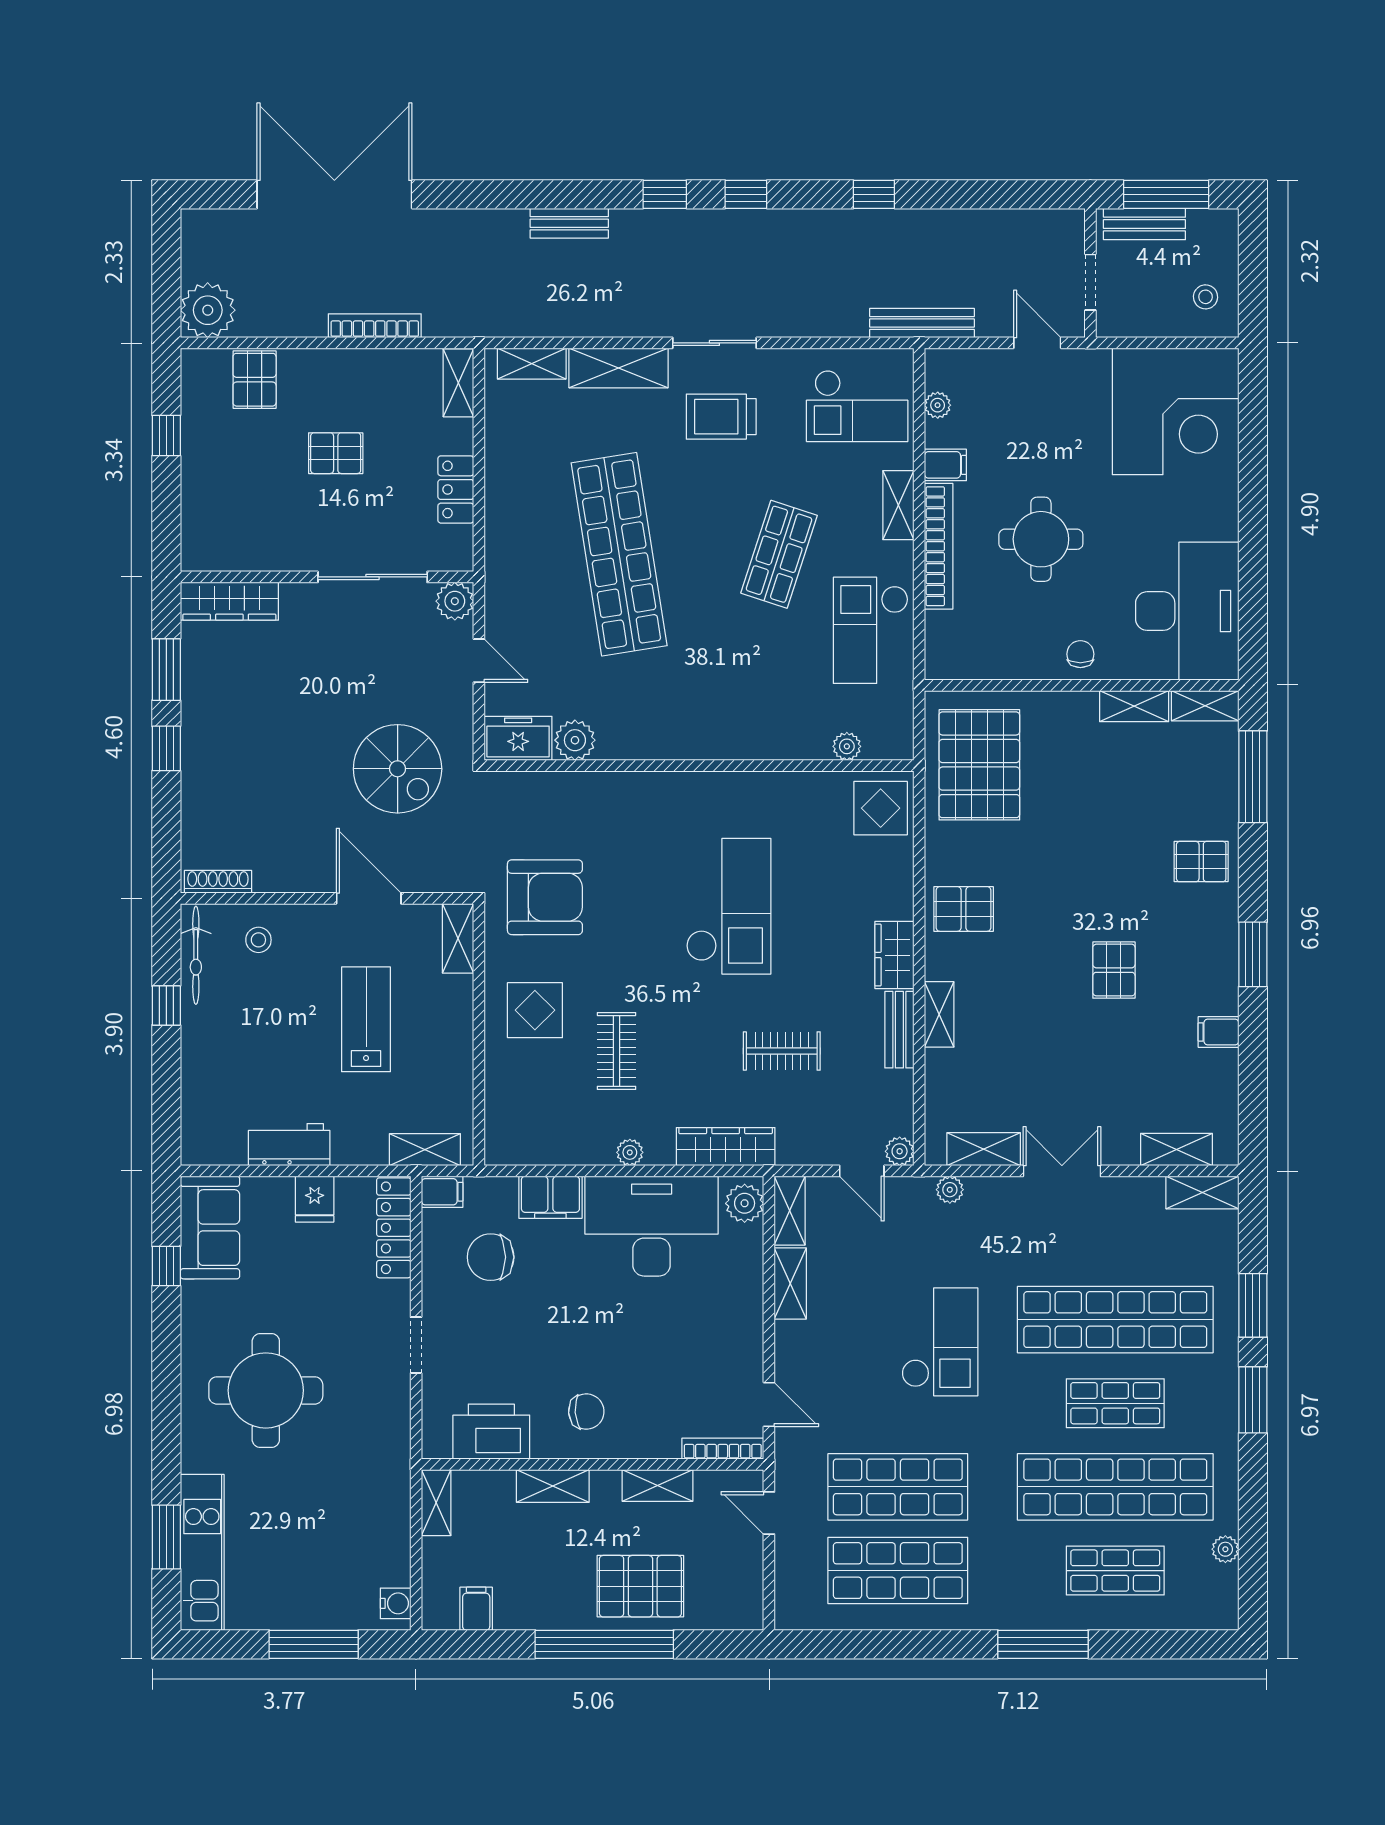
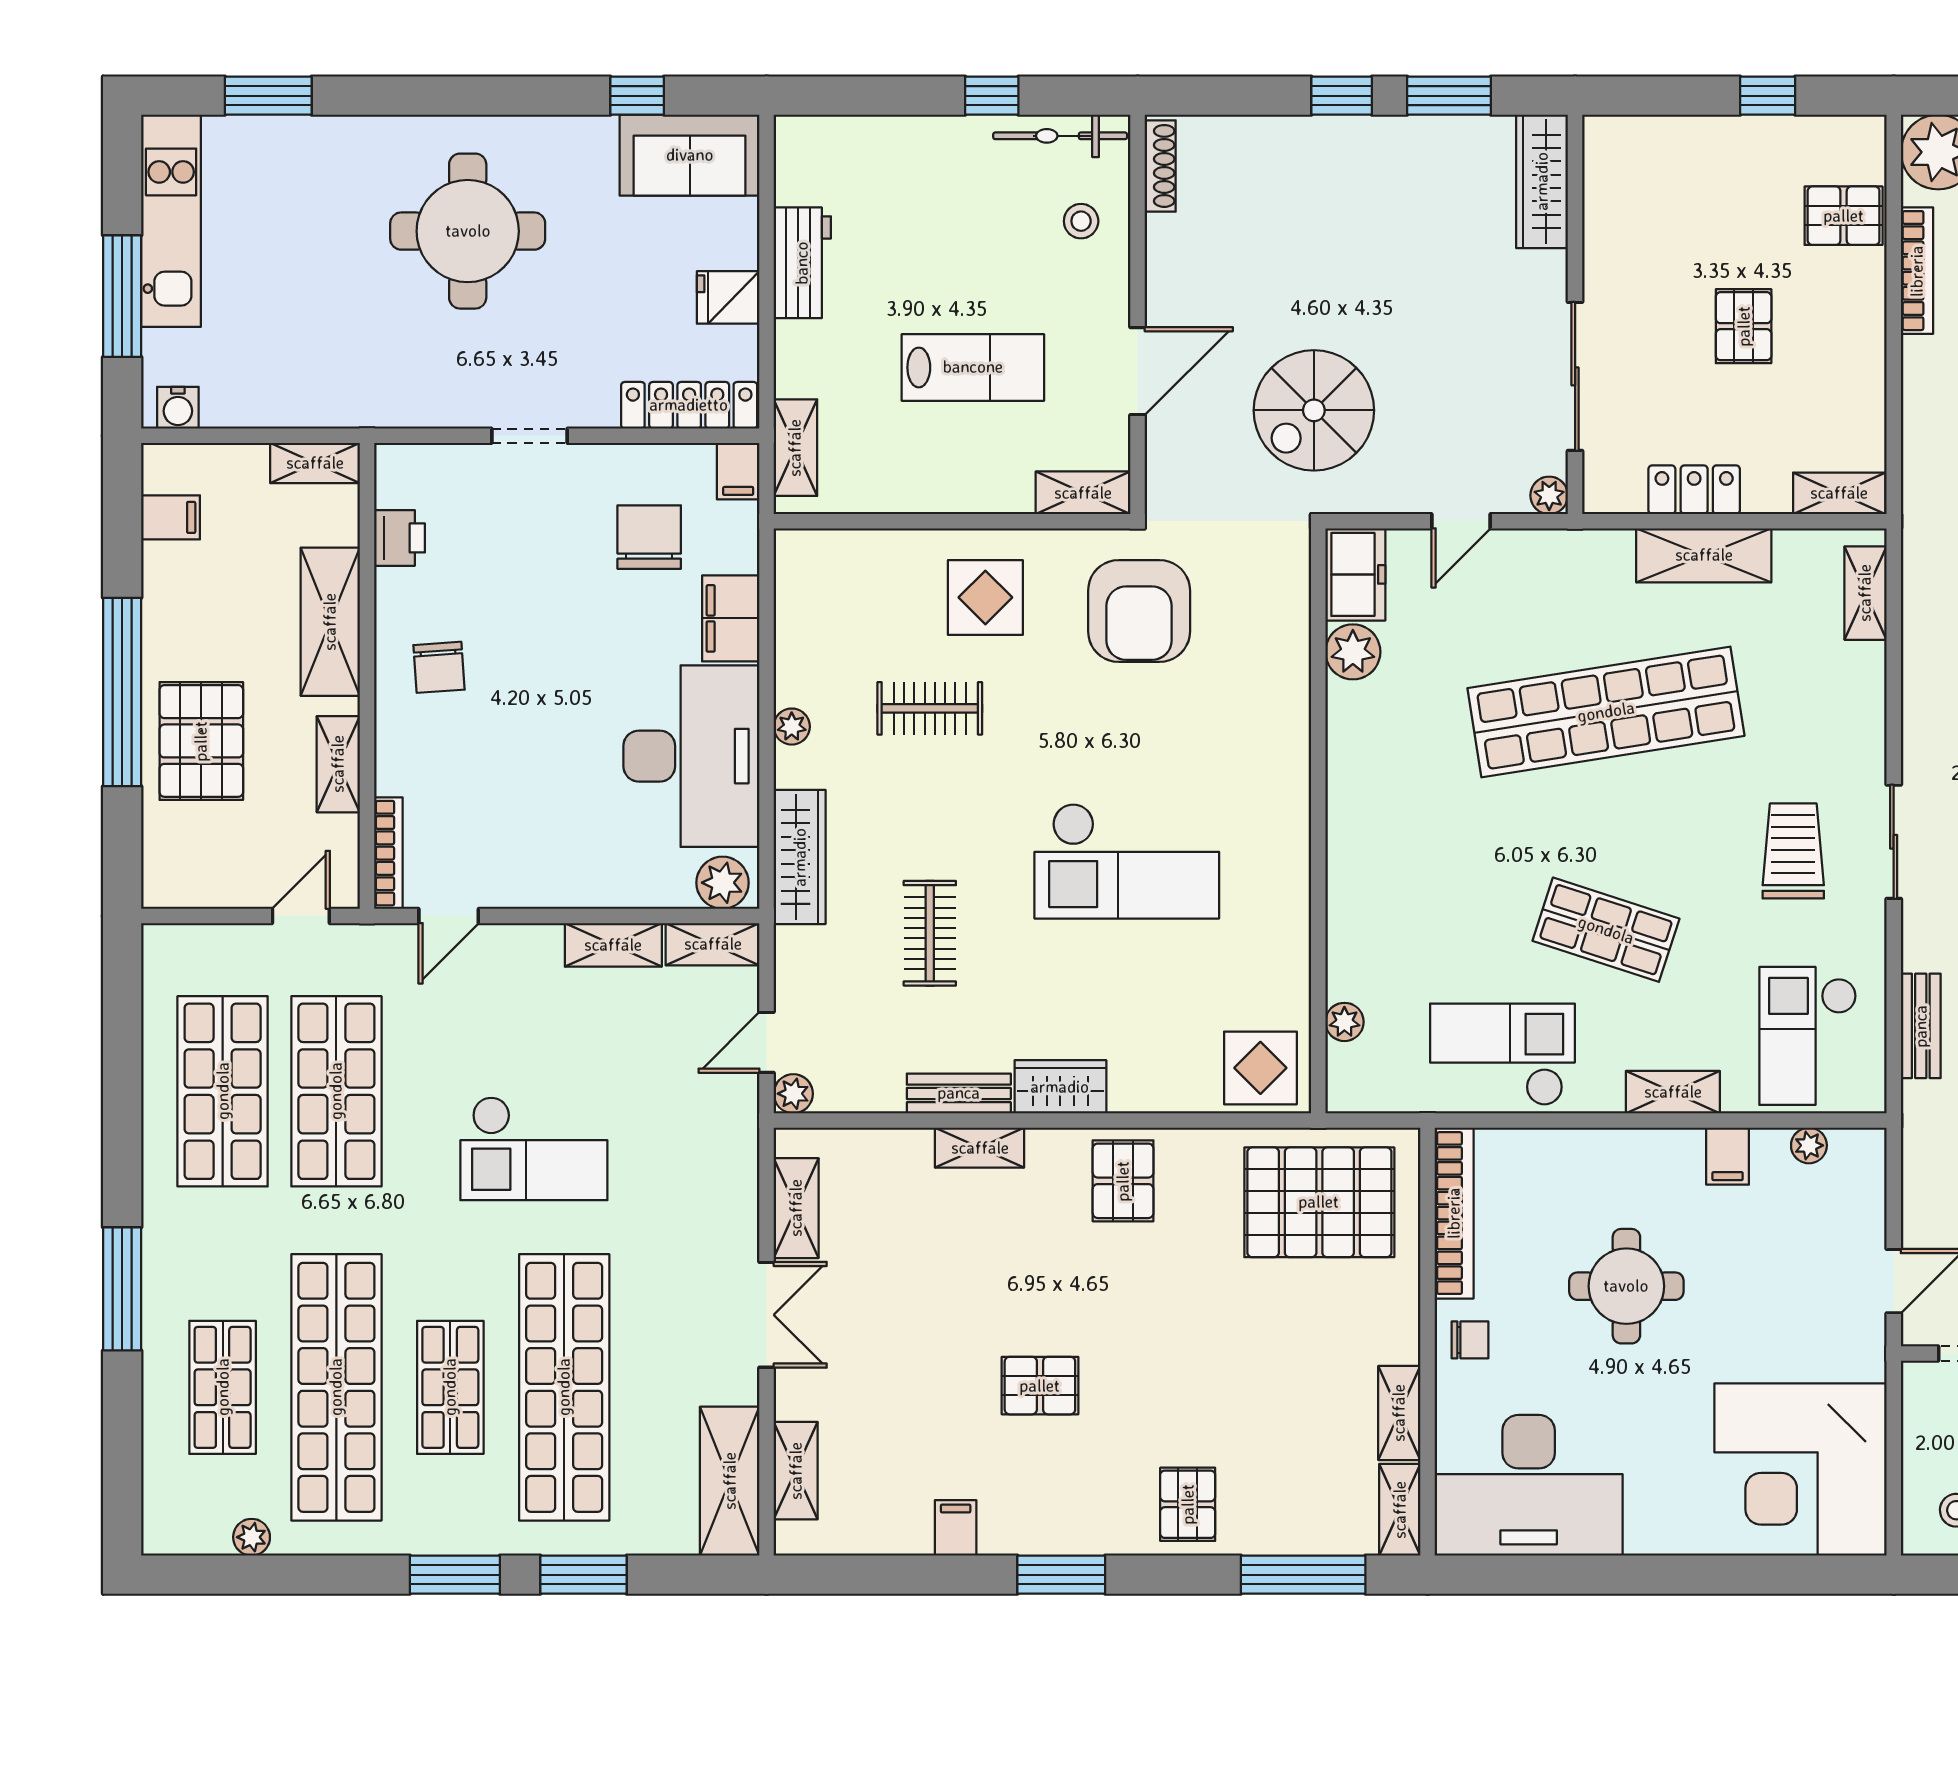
bench: (922, 323) -> (1921, 1026), moved, width x0.73
bookcase: (375, 326) -> (1917, 271), moved
shelving: (619, 368) -> (1704, 555), moved, turned 90
bookcase: (939, 546) -> (1454, 1213), moved, turned -90
plant: (455, 601) -> (1549, 495), width x0.73, depth x0.73
plant: (950, 1190) -> (741, 1162), removed
shelving: (1202, 1193) -> (730, 1481), width x1.50, depth x1.33
printer: (491, 1432) -> (400, 538), width x0.53, depth x0.68
shelving: (553, 1486) -> (330, 622), width x1.50, depth x1.33
kitchen unit: (202, 1552) -> (171, 221), moved, turned -90

